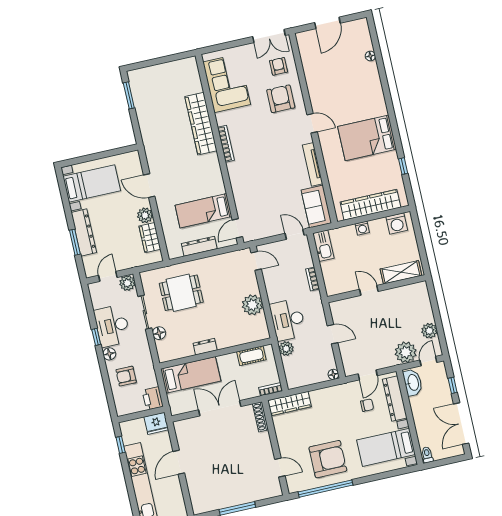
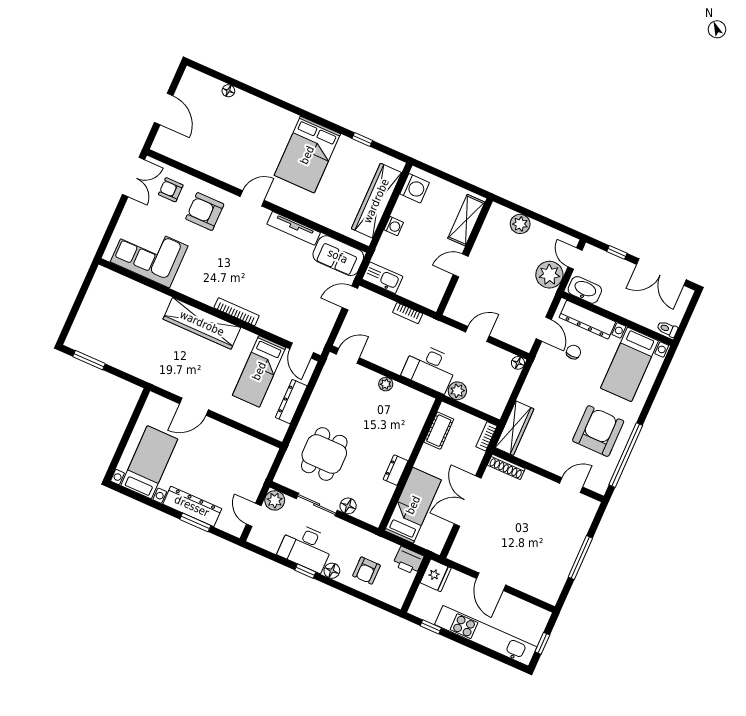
wardrobe: (201, 124) -> (202, 323), moved
bookcase: (226, 144) -> (237, 312), moved
plant: (145, 215) -> (220, 433), removed
wardrobe: (150, 238) -> (246, 444), removed
plant: (252, 305) -> (386, 384), width x0.53, depth x0.53
plant: (429, 331) -> (520, 224), moved

